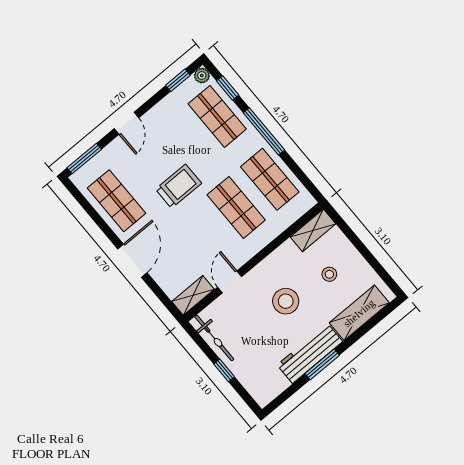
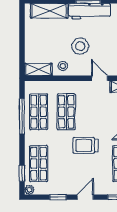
window: (178, 80) -> (58, 197), moved
window: (264, 131) -> (22, 116), moved
stool: (329, 274) -> (63, 66), moved
door: (230, 282) -> (100, 78), swing flipped

